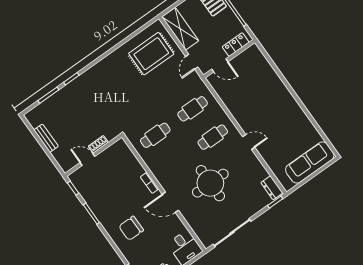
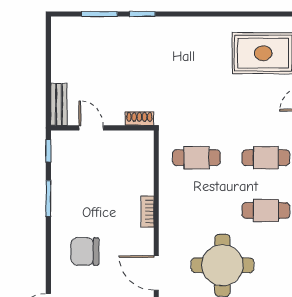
bench: (46, 138) -> (59, 104), moved
shoe rack: (98, 144) -> (139, 119), moved
door: (170, 202) -> (156, 273), moved

